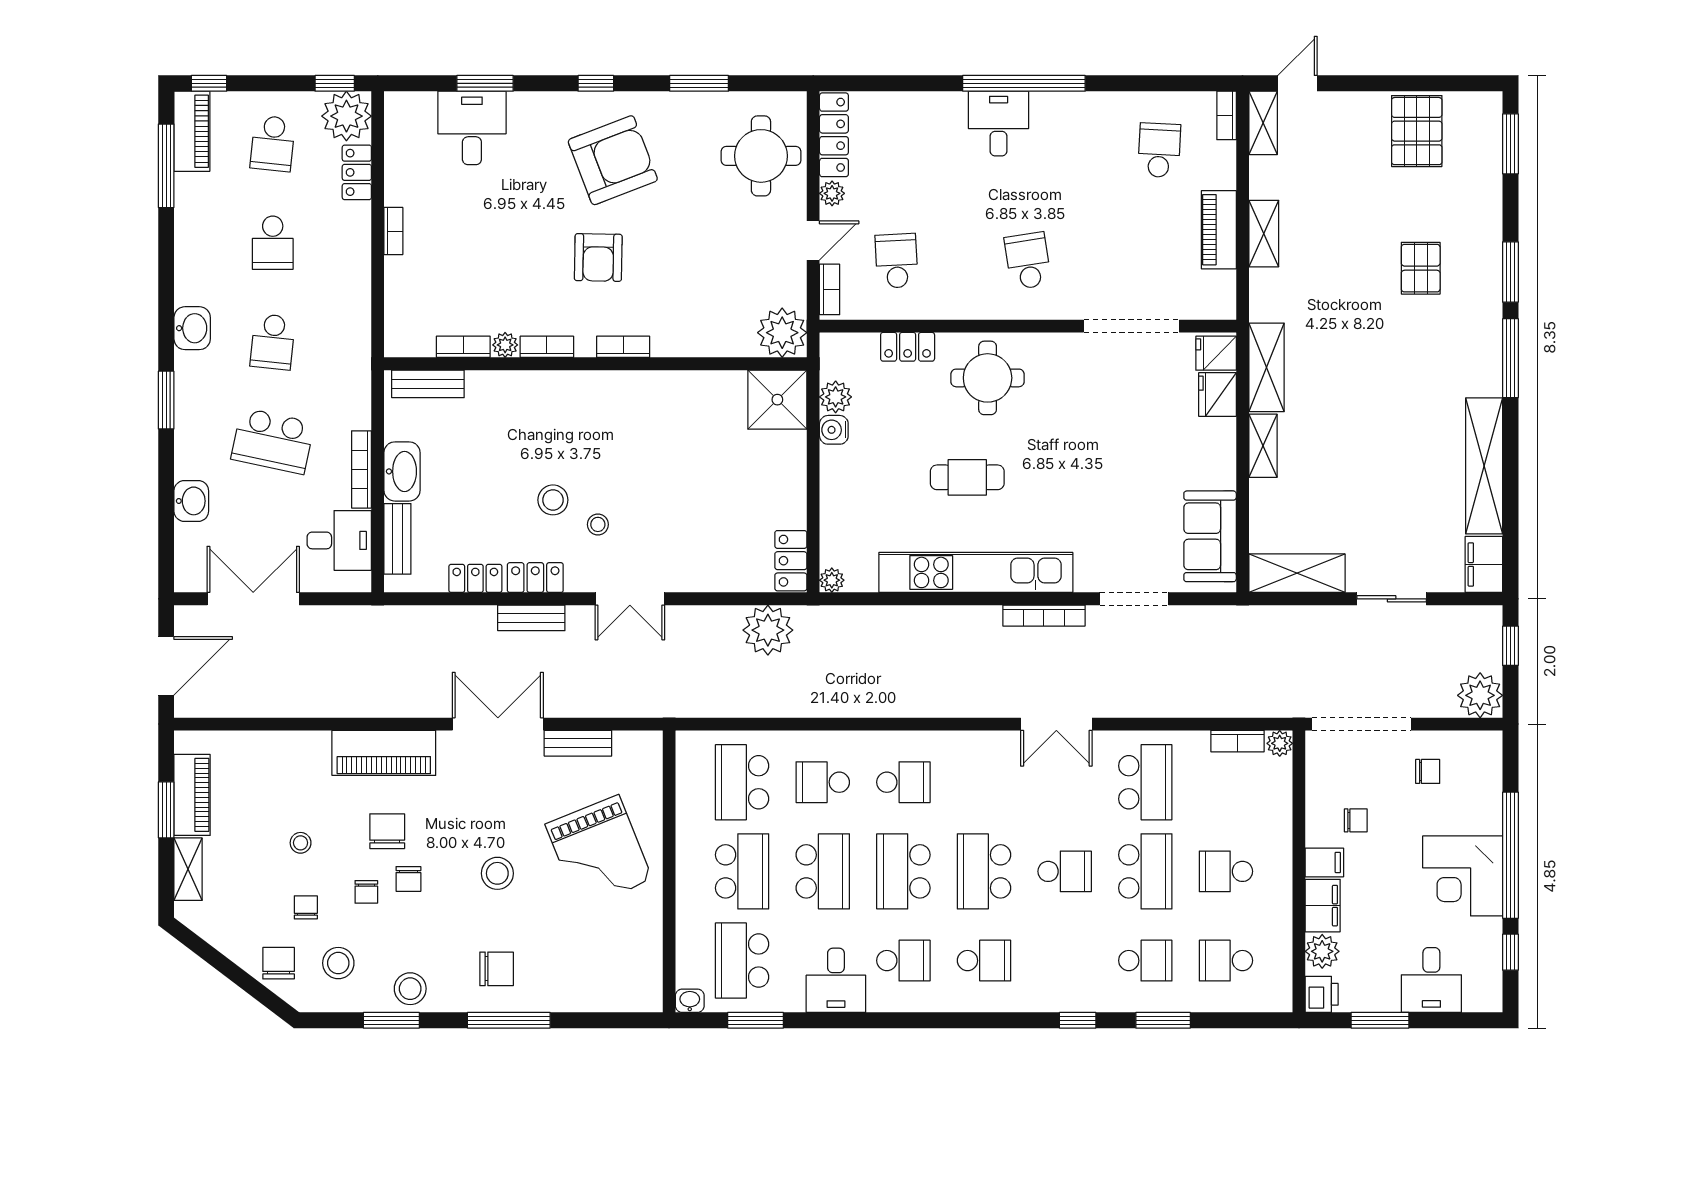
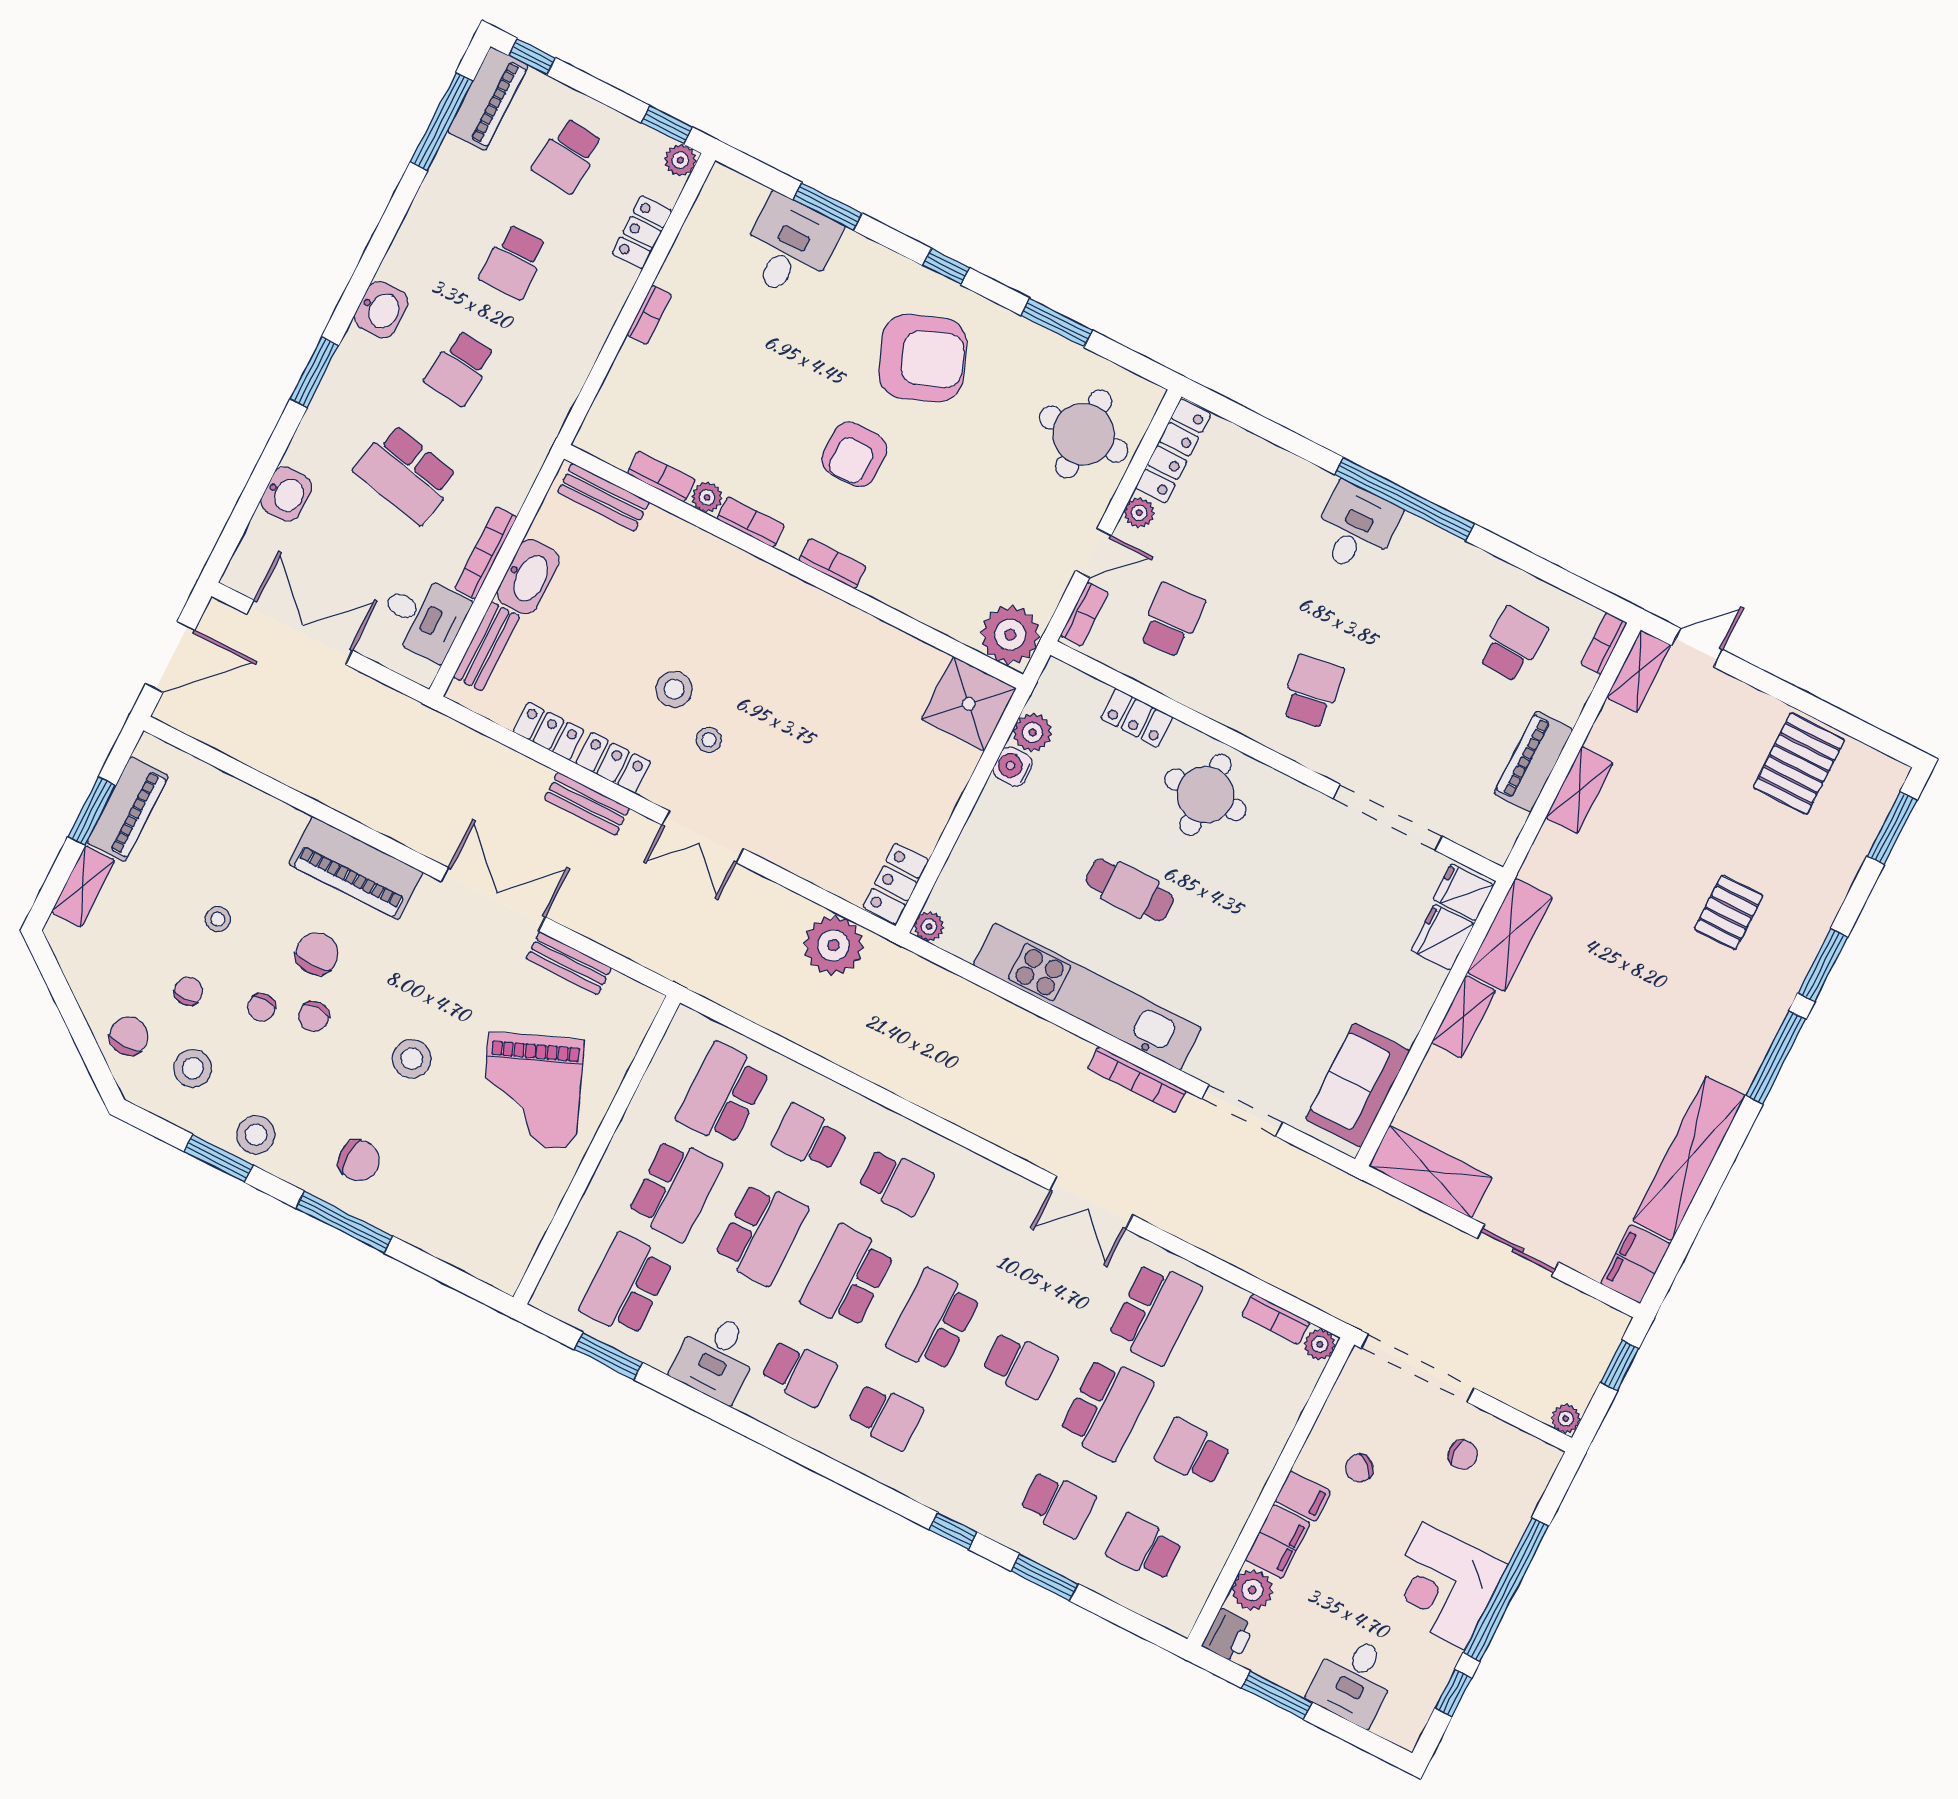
plant: (346, 116) -> (680, 160), width x0.53, depth x0.53
plant: (1480, 695) -> (1566, 1419), width x0.53, depth x0.53
chair: (1356, 820) -> (1359, 1468), turned 132
washbasin: (690, 1001) -> (549, 1300), removed

